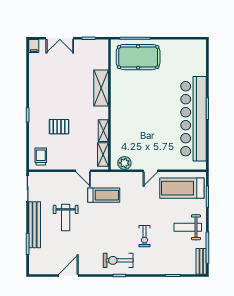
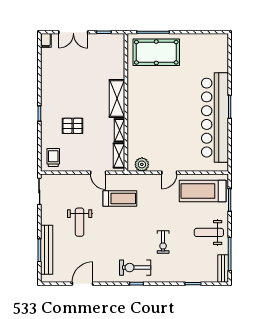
shelving: (101, 88) -> (117, 98), moved
bench: (35, 225) -> (47, 250), moved

